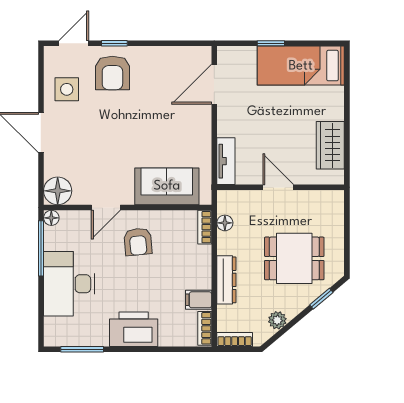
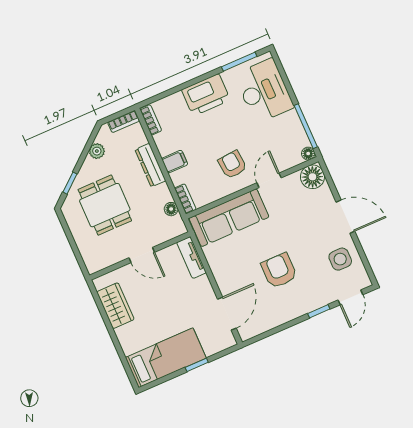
armchair: (112, 73) -> (279, 271), moved
sofa: (167, 186) -> (229, 218), width x1.36
dining table: (294, 258) -> (105, 205), turned 90
desk: (69, 284) -> (264, 91), moved
filing cabinet: (199, 300) -> (175, 162), moved

